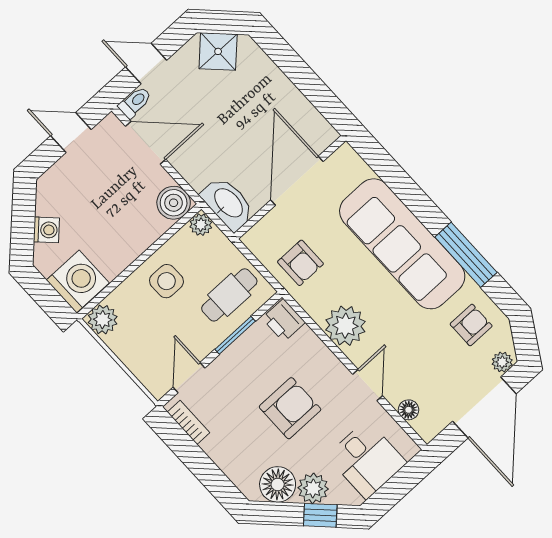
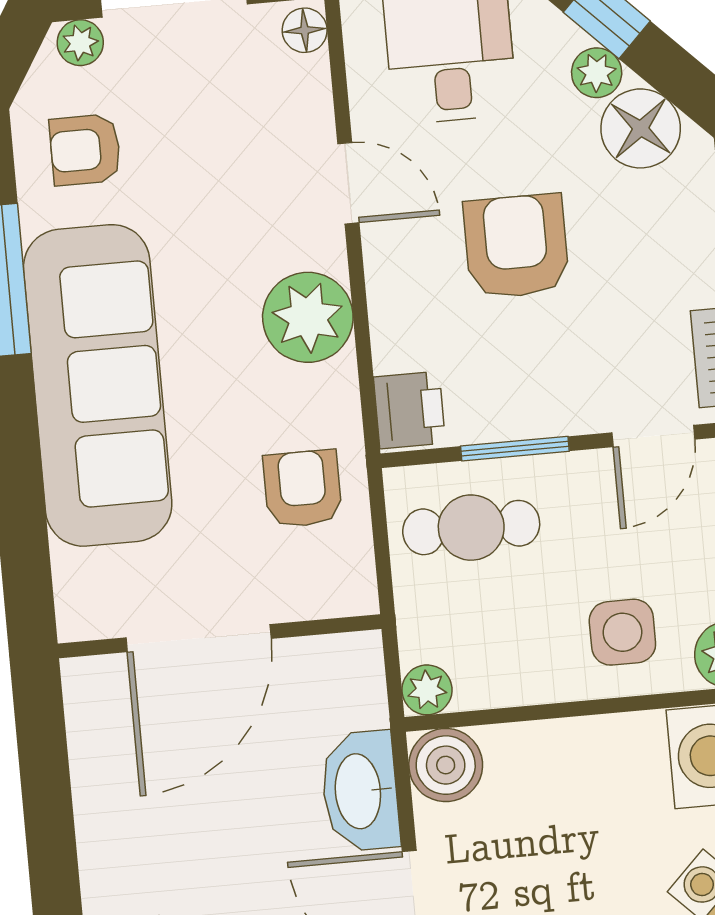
washbasin: (228, 203) -> (360, 791), moved
side table: (166, 281) -> (622, 632), moved
door: (368, 385) -> (348, 183), swing flipped
armchair: (290, 408) -> (516, 246), turned 90
floor lamp: (408, 410) -> (305, 30), moved
plant: (313, 488) -> (597, 73), width x0.73, depth x0.73

